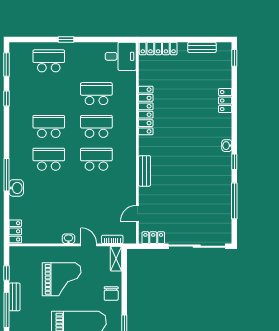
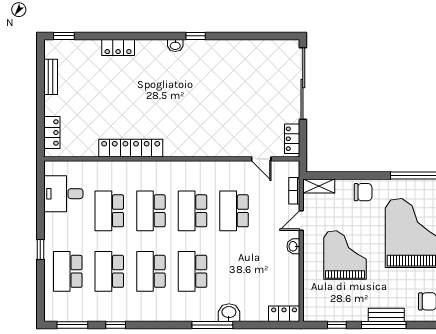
locker: (158, 48) -> (52, 133), width x0.66
desk: (121, 56) -> (63, 194), moved, turned -90
school desk: (49, 94) -> (109, 271), added
bench: (145, 171) -> (207, 150), removed
school desk: (96, 192) -> (234, 211), added
window: (234, 201) -> (245, 36), removed
bench: (14, 297) -> (386, 315), moved

